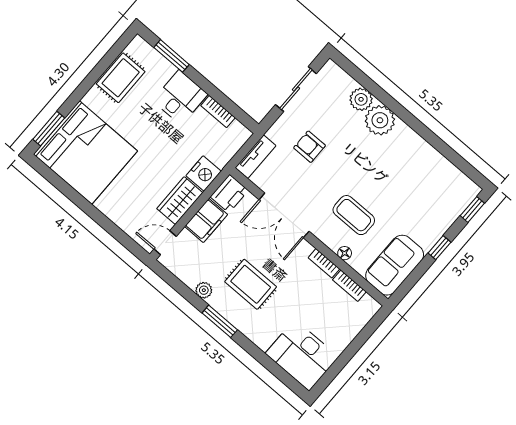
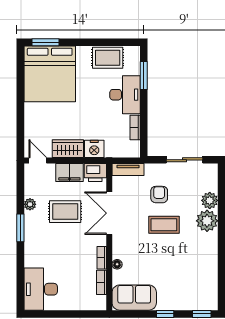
desk: (180, 97) -> (125, 95), width x1.37
coffee table: (354, 215) -> (164, 225), moved, turned 90
rug: (251, 284) -> (65, 212), moved, turned 90

